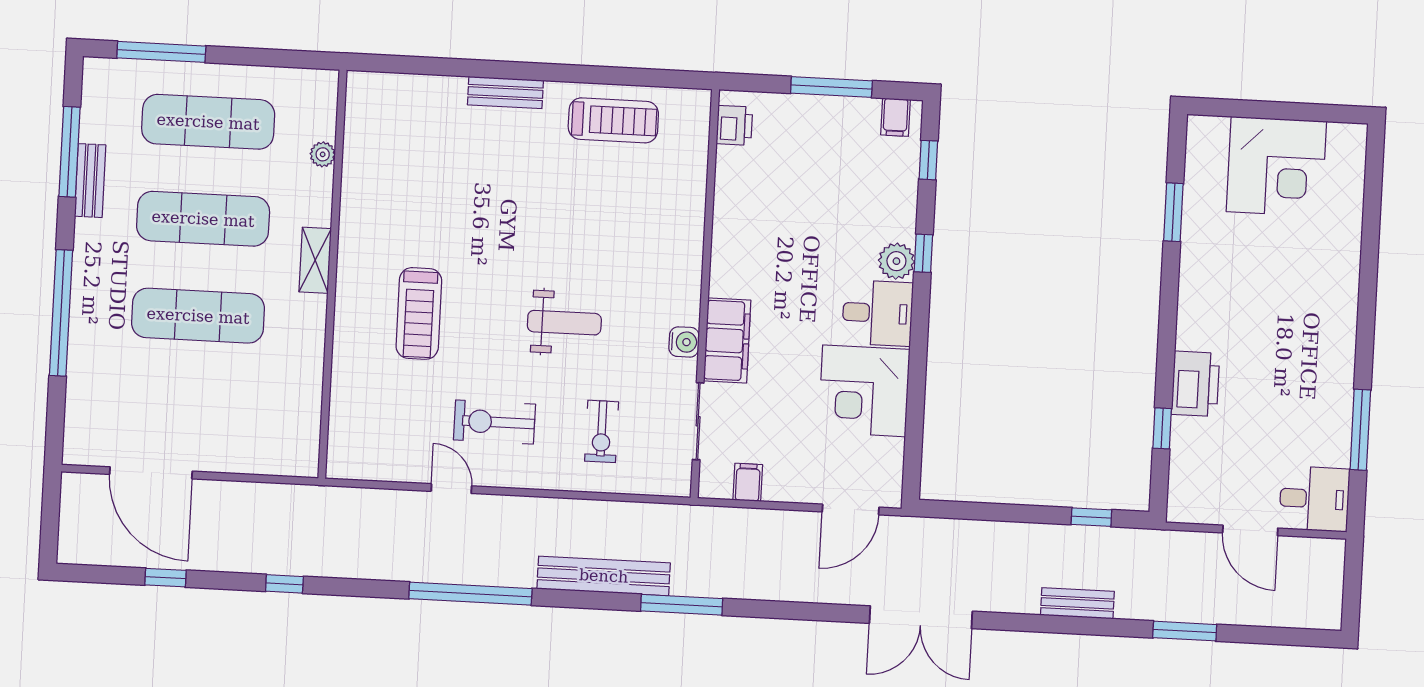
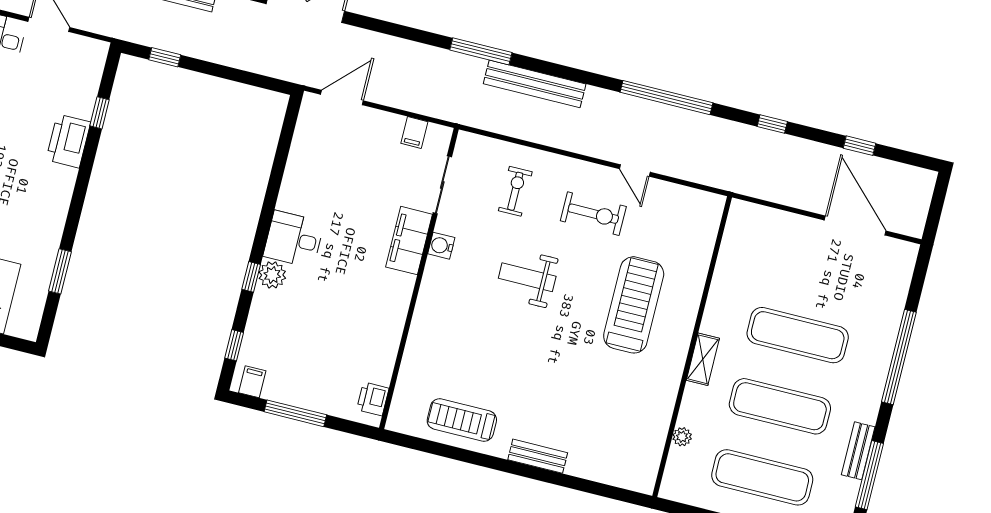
treadmill: (419, 313) -> (634, 305), width x1.37, depth x1.38
corner desk: (864, 391) -> (315, 184), removed
window: (470, 594) -> (667, 98), moved

